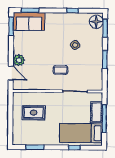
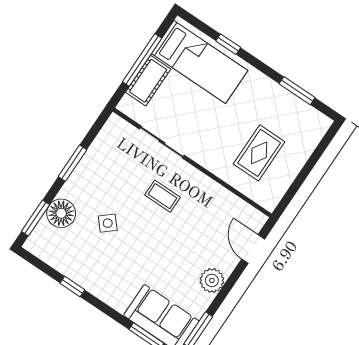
floor lamp: (96, 22) -> (61, 213), moved
plant: (19, 60) -> (212, 280), moved
rug: (34, 113) -> (259, 153), turned 90

